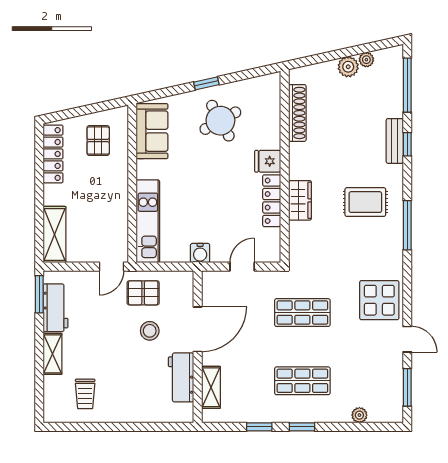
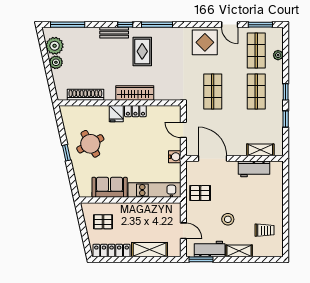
plant: (366, 60) -> (55, 46), width x1.87, depth x1.87
sofa: (152, 131) -> (110, 187), moved
bench: (395, 141) -> (114, 33), moved
window: (407, 144) -> (125, 25), moved
wardrobe: (300, 200) -> (135, 93), width x1.50
locker: (272, 201) -> (135, 111), width x0.66
shelving: (54, 234) -> (150, 250), moved
door: (112, 267) -> (183, 231), moved
pallet: (143, 293) -> (200, 193), turned 90
door: (198, 329) -> (212, 158), moved
stool: (150, 331) -> (228, 219), moved
door: (407, 339) -> (230, 25), swing flipped
shop shelf: (367, 381) -> (256, 50), added

